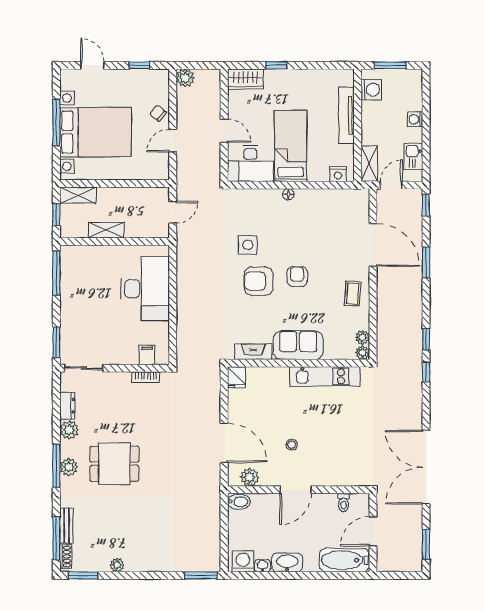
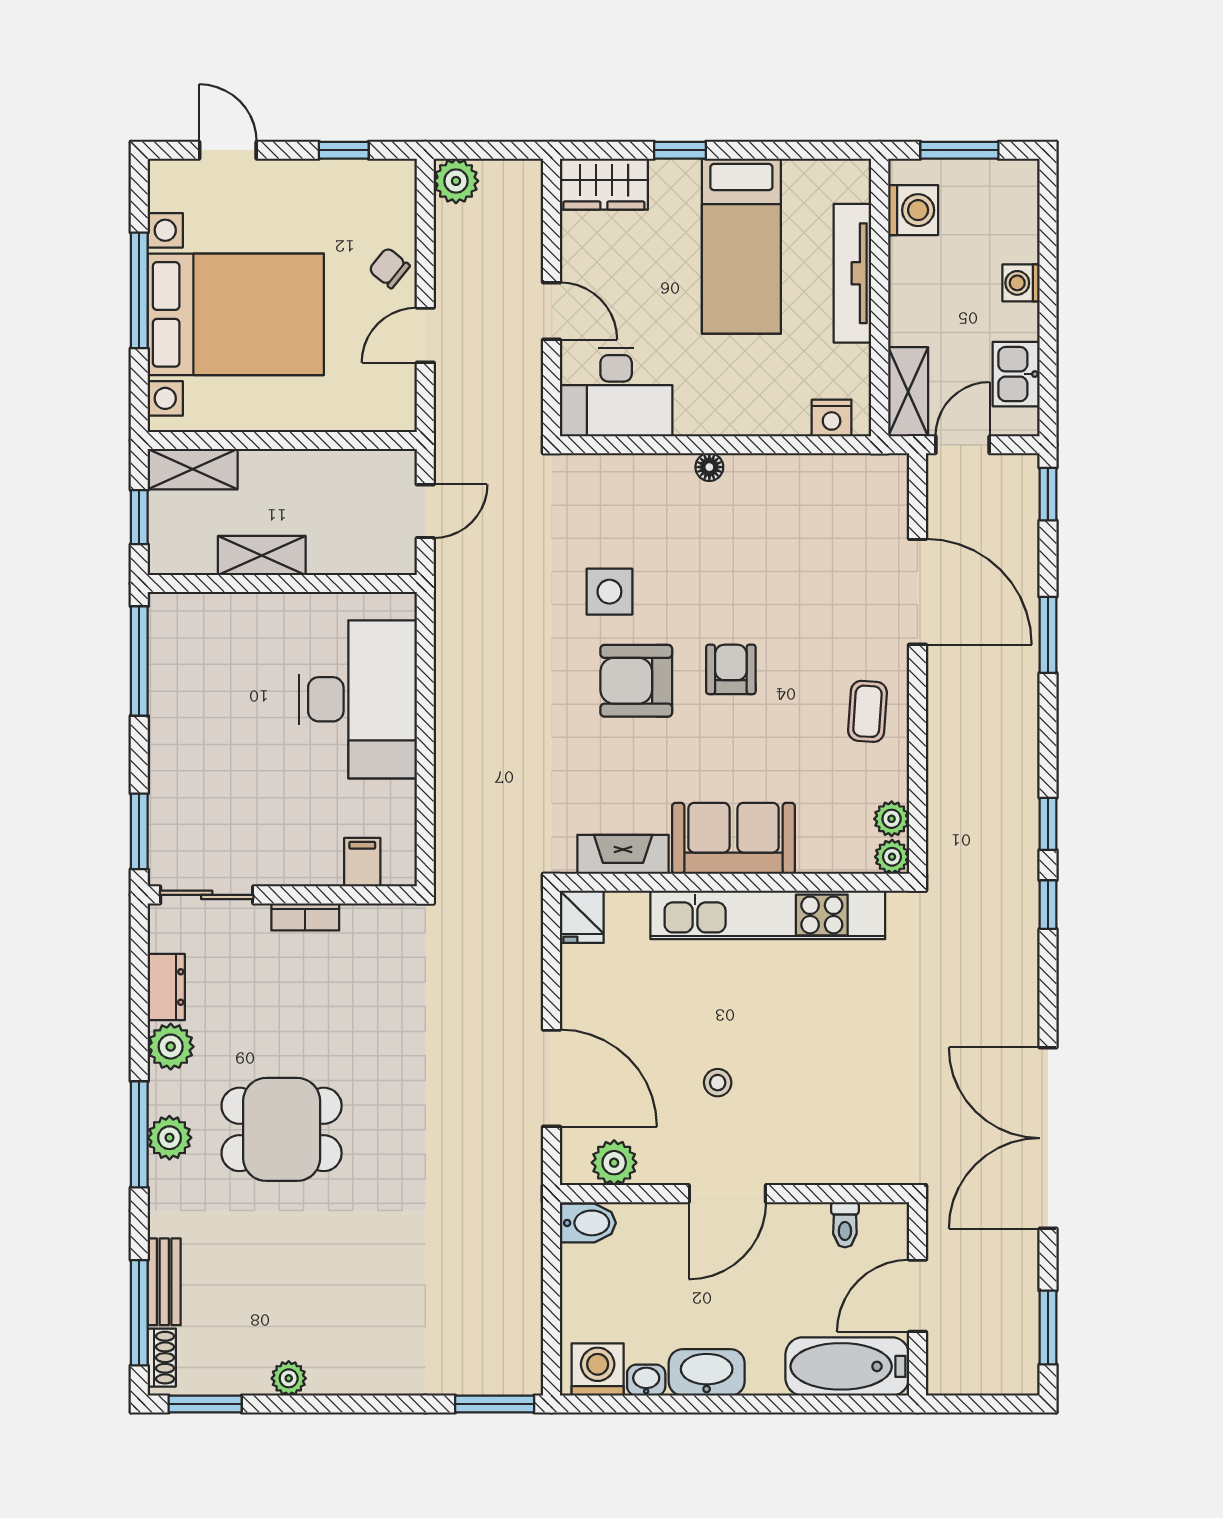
bed: (291, 146) -> (741, 246), moved, turned 180
kitchen unit: (325, 376) -> (768, 915), width x1.36
bookcase: (146, 377) -> (305, 917), moved

